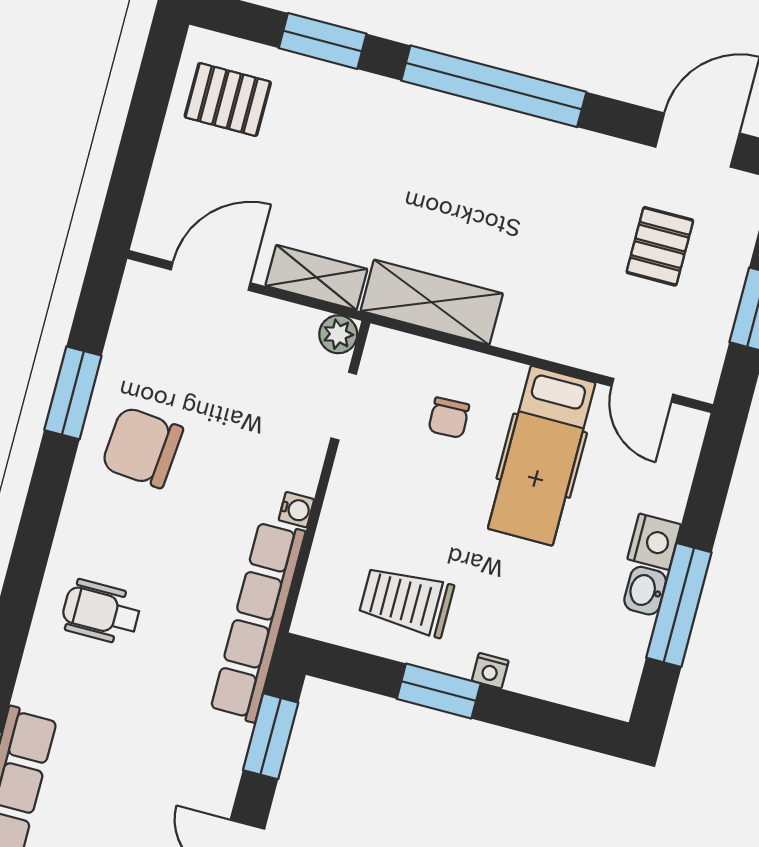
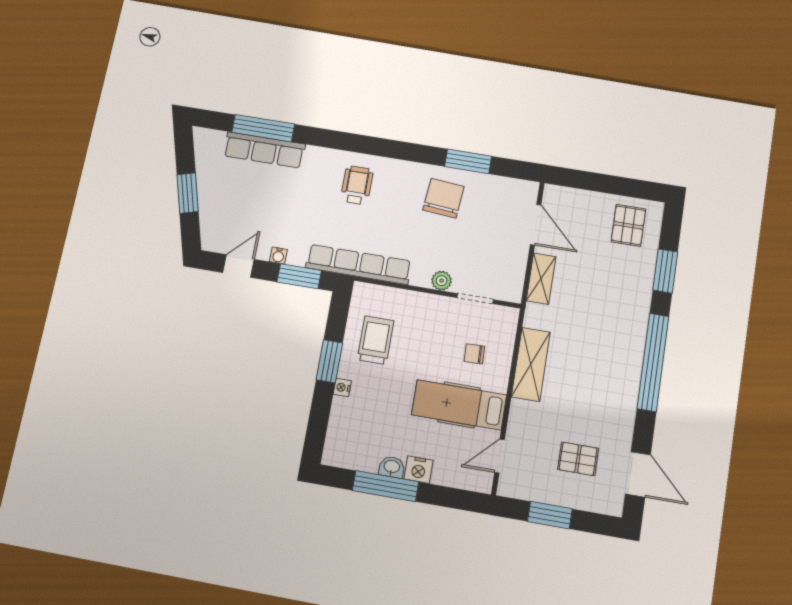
shelving: (432, 302) -> (531, 364), moved
plant: (338, 334) -> (442, 281), moved
water cooler: (296, 510) -> (278, 256), moved

